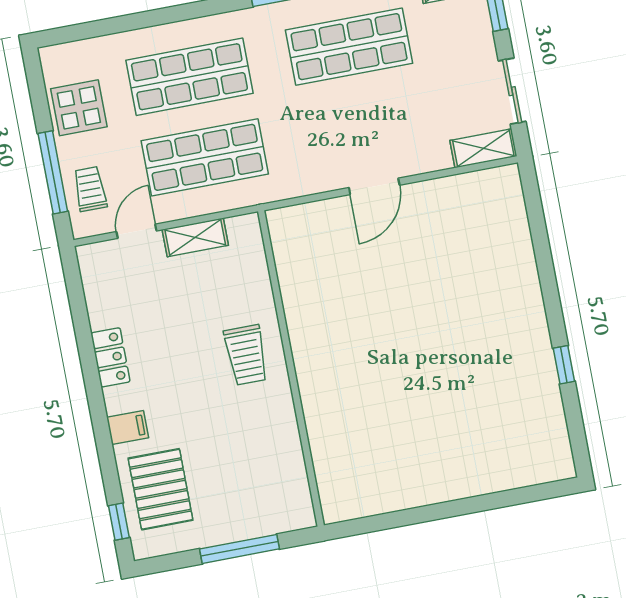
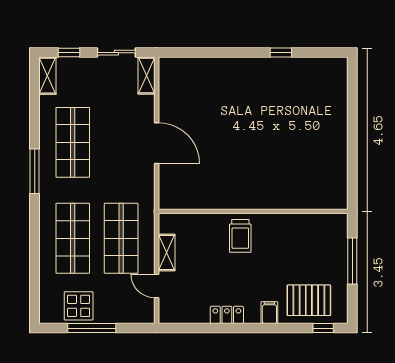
window: (53, 172) -> (92, 328), moved
door: (374, 186) -> (157, 143), width x1.36
trolley: (90, 189) -> (127, 308), removed
trolley: (246, 355) -> (240, 236), turned 90

